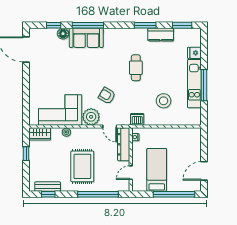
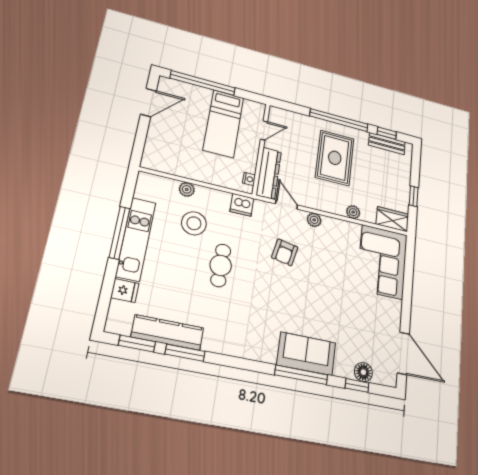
window: (145, 25) -> (185, 353), moved
floor lamp: (63, 34) -> (363, 372), moved
kitchen counter: (161, 34) -> (168, 332), width x1.50
cafe table: (136, 68) -> (221, 265), moved
armchair: (107, 96) -> (285, 252), turned 70
corner sofa: (60, 110) -> (382, 262), moved, turned 90
plant: (91, 117) -> (314, 220), width x0.53, depth x0.53
plant: (171, 121) -> (187, 189), added
window: (98, 194) -> (339, 120), moved

